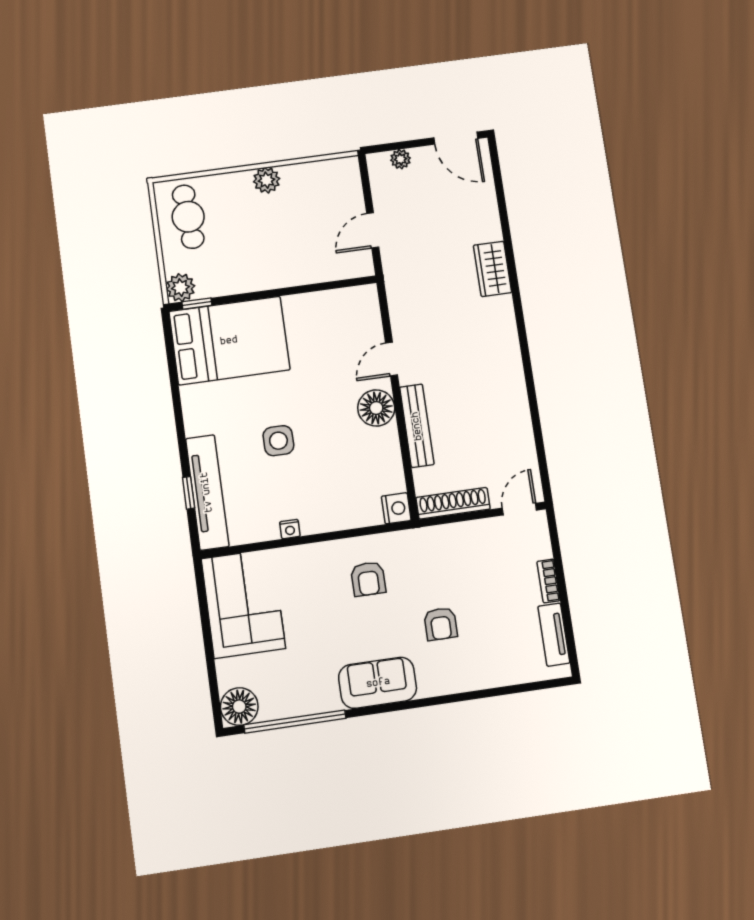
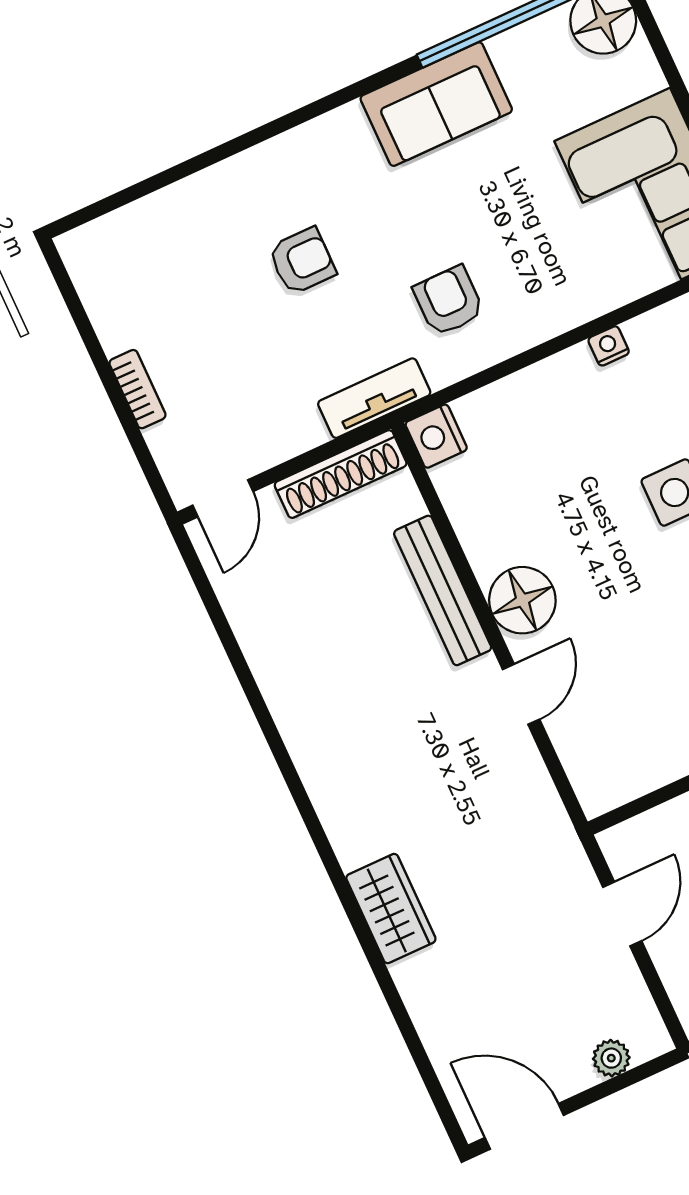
armchair: (441, 624) -> (302, 261), turned 90
tv unit: (554, 635) -> (374, 398), moved, turned -90
sofa: (378, 683) -> (436, 104), moved

